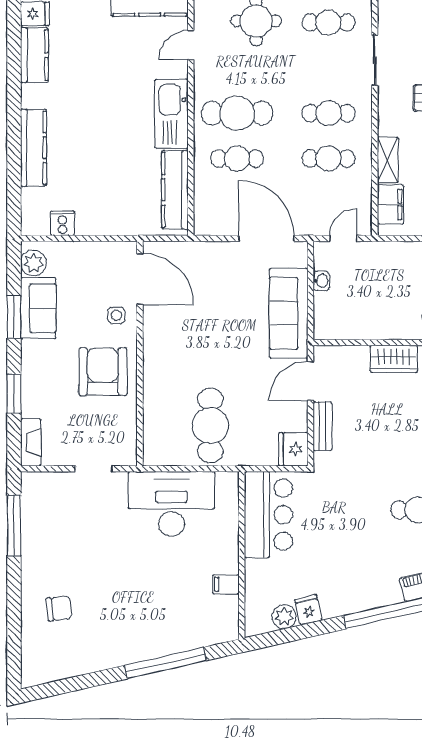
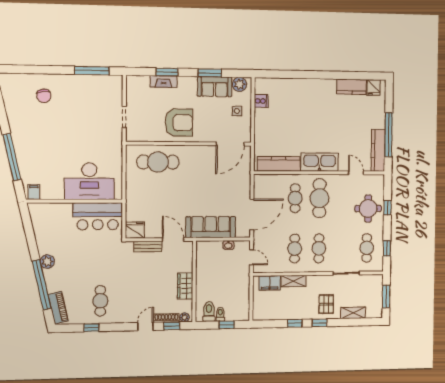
kitchen counter: (34, 148) -> (302, 85), removed
side table: (116, 315) -> (237, 111), moved
cafe table: (210, 425) -> (158, 162), moved
fireplace: (31, 442) -> (164, 82), moved
desk: (171, 504) -> (89, 181), moved, turned 90
filing cabinet: (226, 584) -> (34, 192), moved
fridge: (308, 610) -> (43, 239), removed
plant: (284, 617) -> (47, 262), moved

